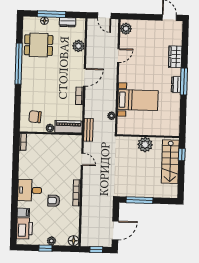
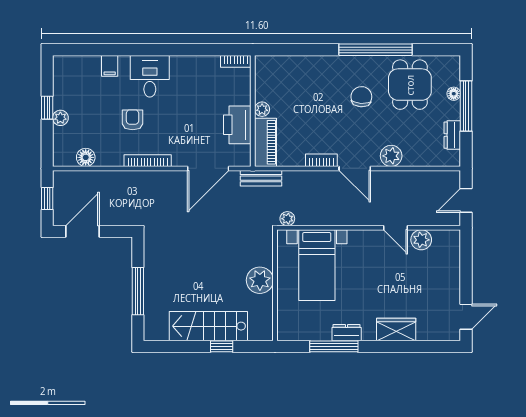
plant: (126, 29) -> (421, 240), moved
plant: (78, 46) -> (391, 156), moved
window: (184, 82) -> (334, 346), moved
chair: (35, 117) -> (361, 97), moved
wall: (148, 136) -> (275, 285), moved
plant: (145, 145) -> (260, 280), moved
door: (82, 159) -> (208, 168), width x1.88
window: (139, 200) -> (138, 291), moved
printer: (24, 228) -> (237, 125), moved, turned 90
door: (115, 230) -> (83, 231), swing flipped
floor lamp: (74, 241) -> (86, 157), moved

